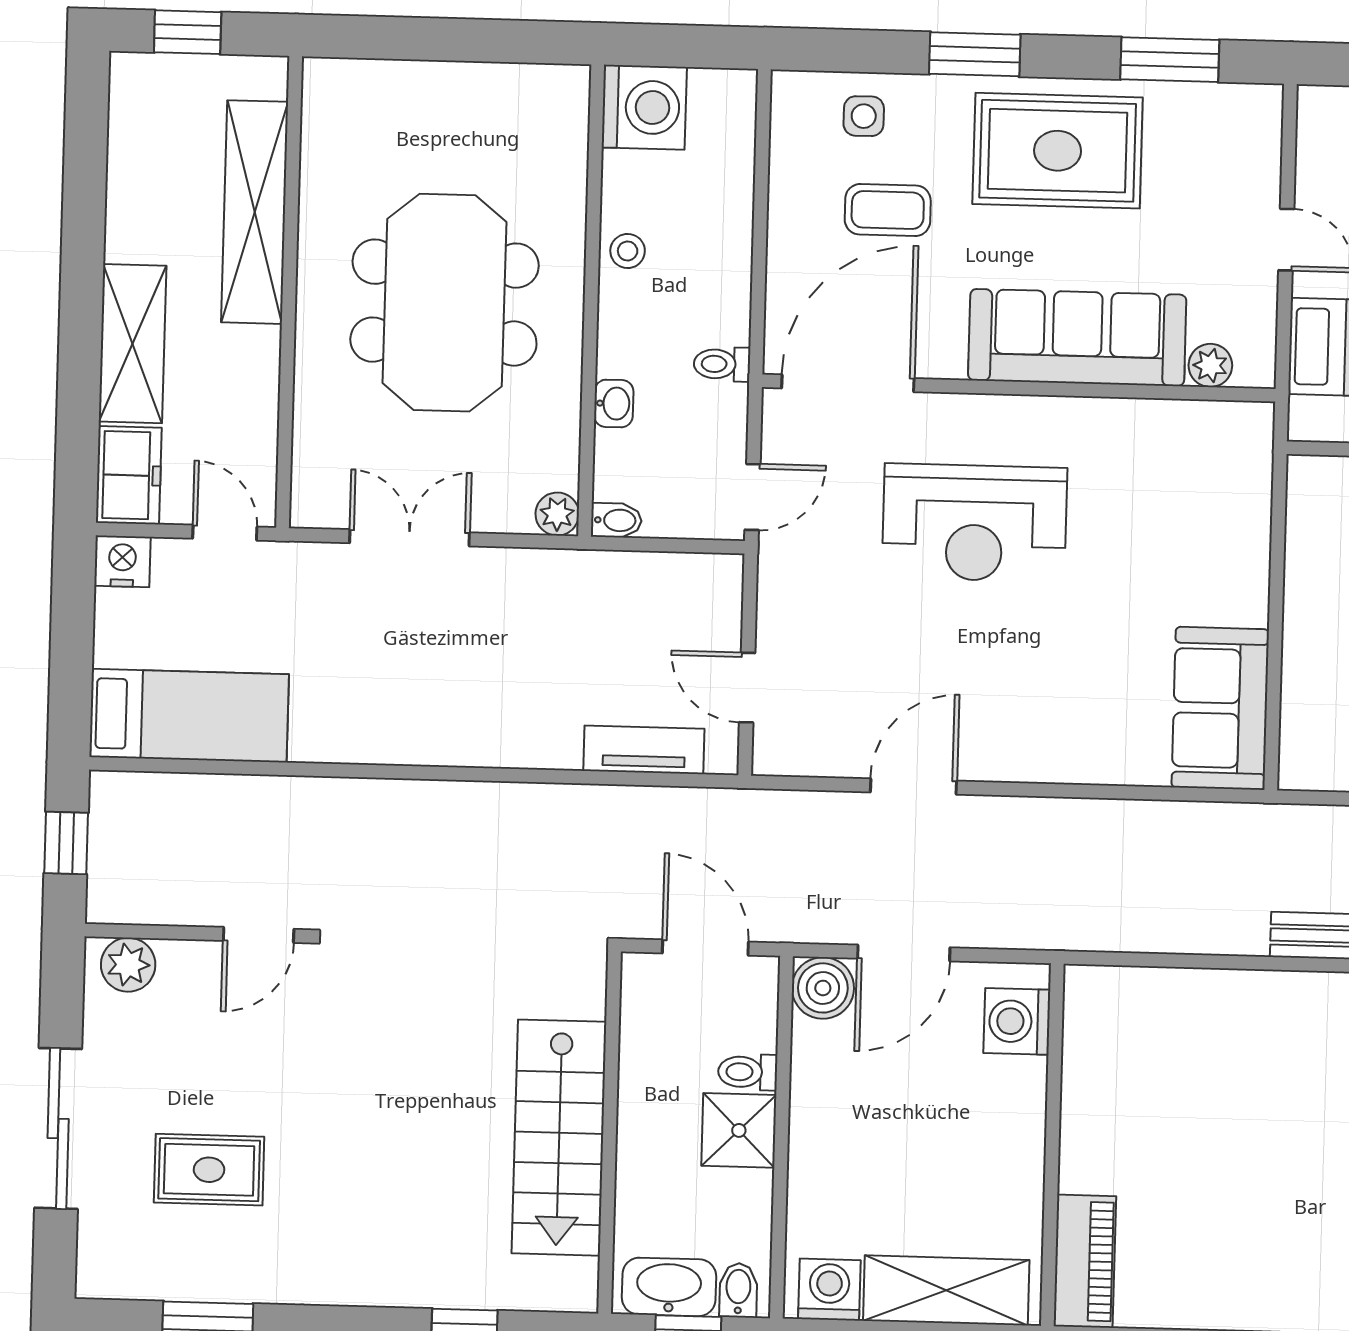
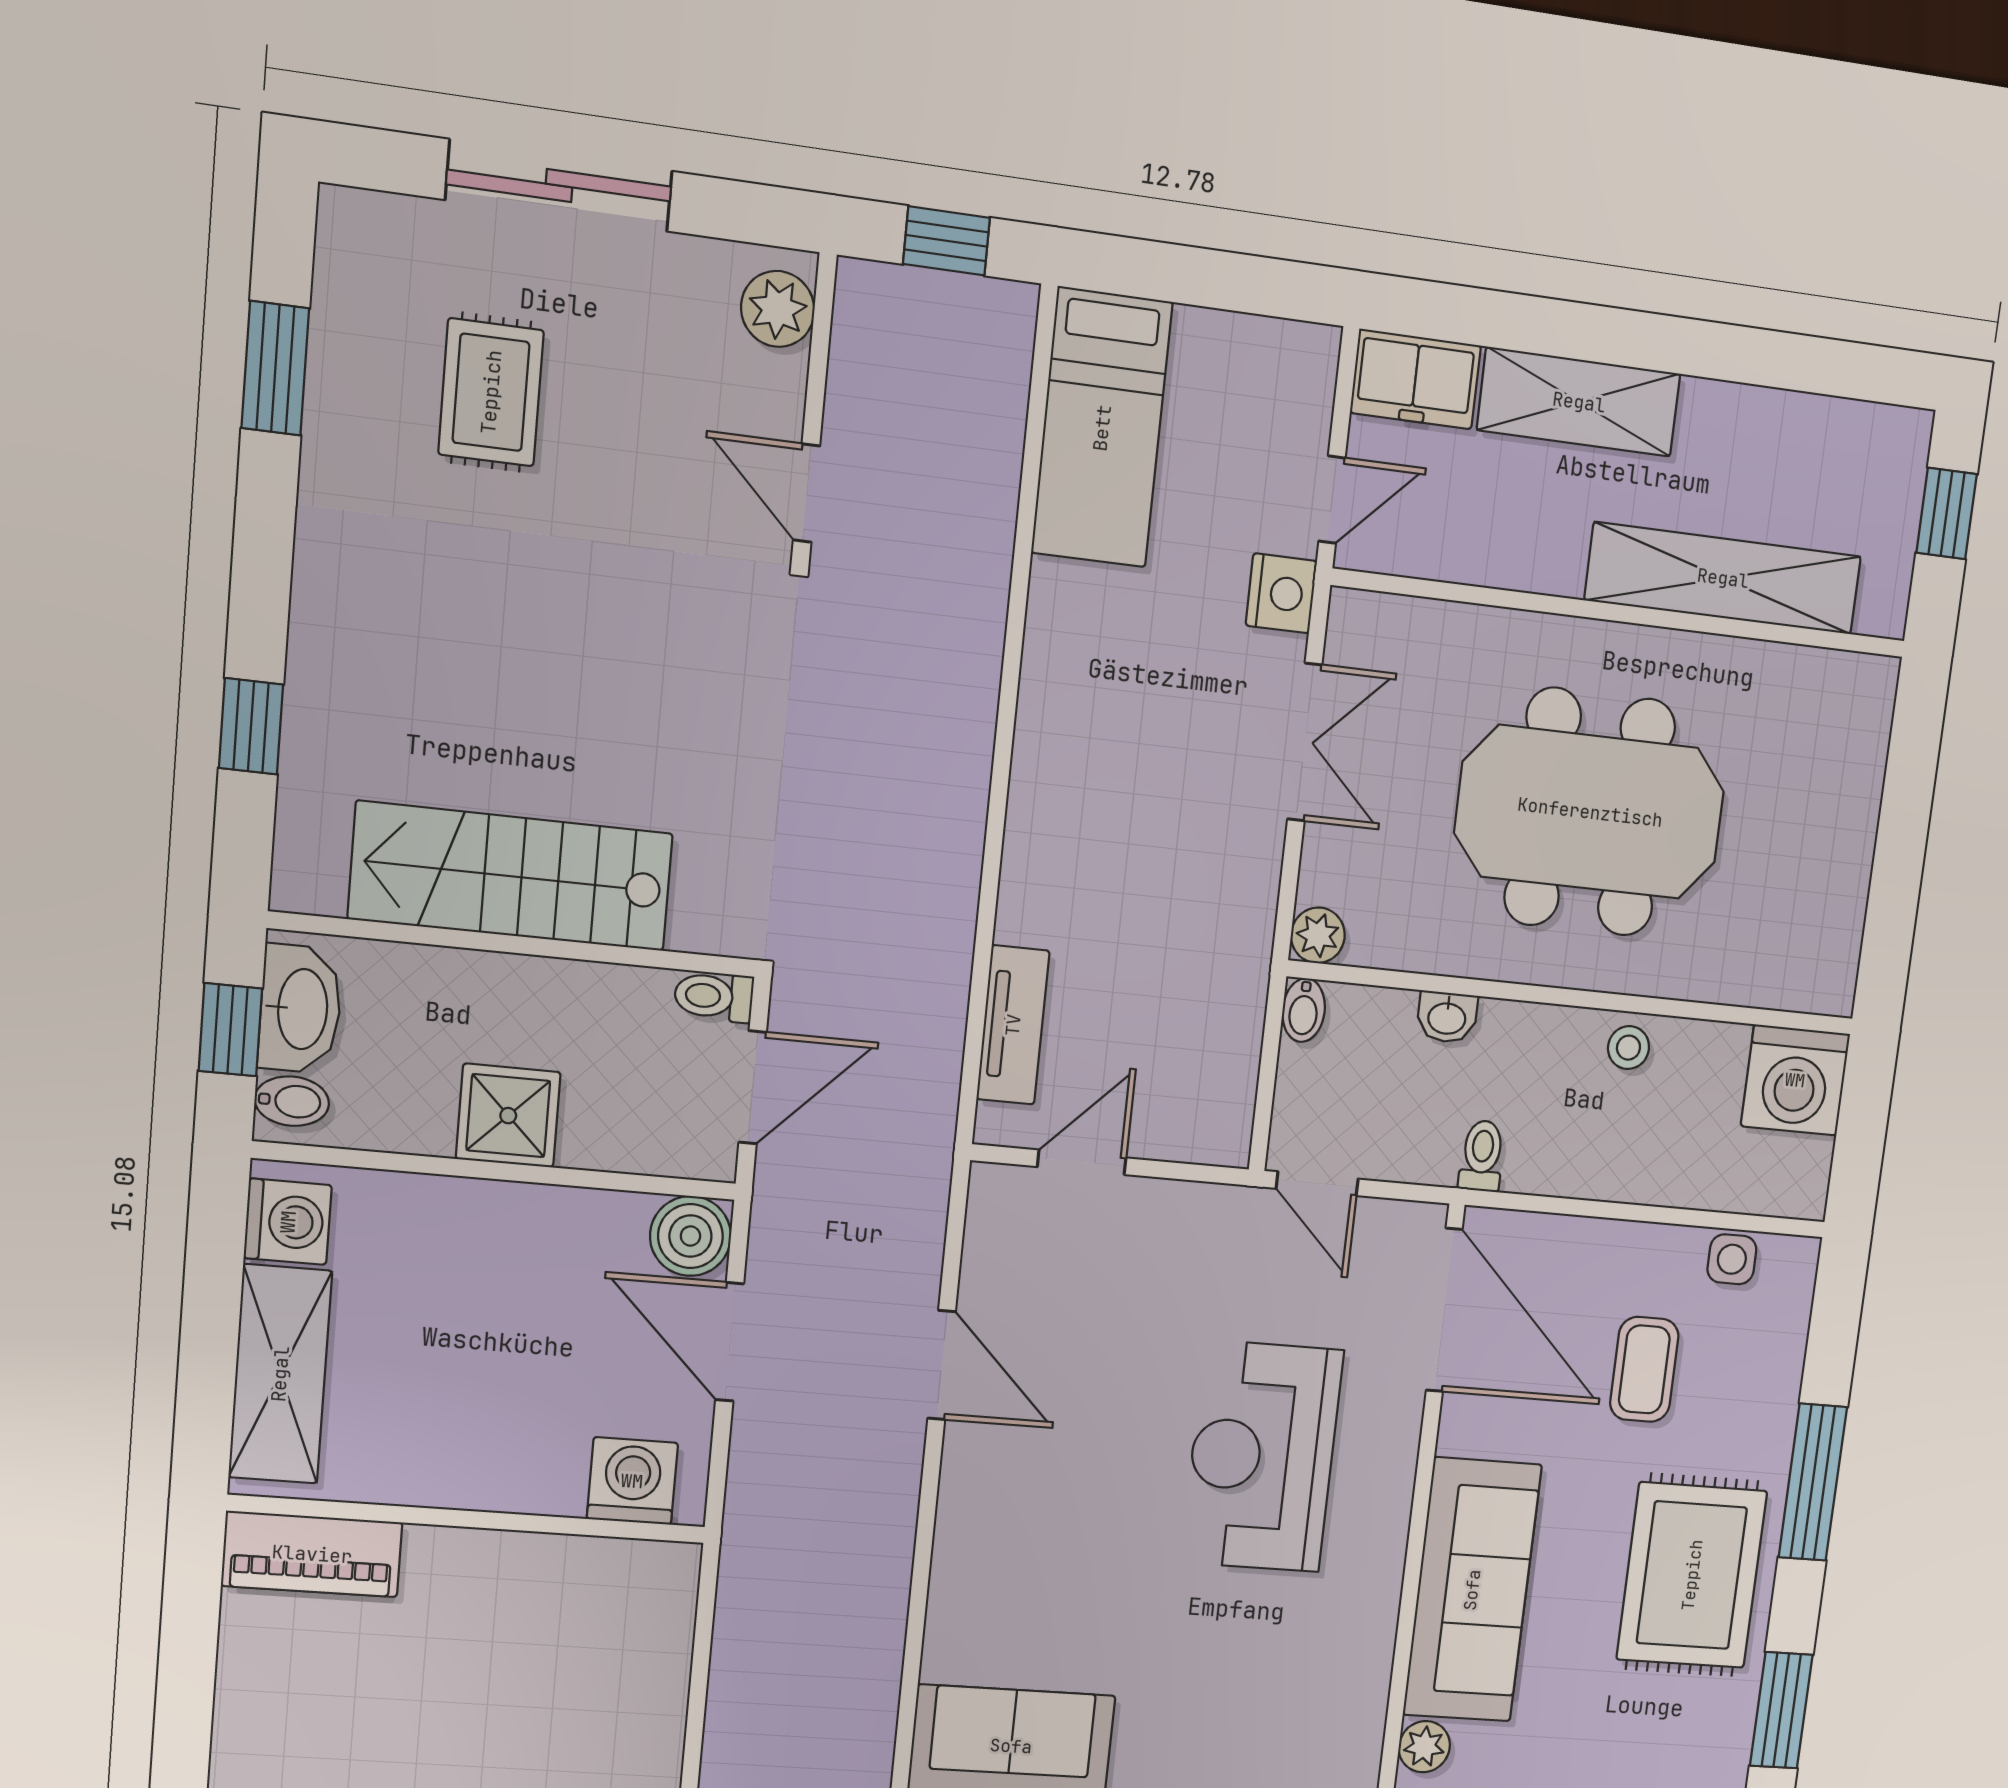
window: (975, 54) -> (1813, 1482), width x1.44
side table: (864, 116) -> (1732, 1259), moved
nightstand: (122, 561) -> (1281, 593), moved
toilet: (748, 1072) -> (714, 996), moved, turned -90

